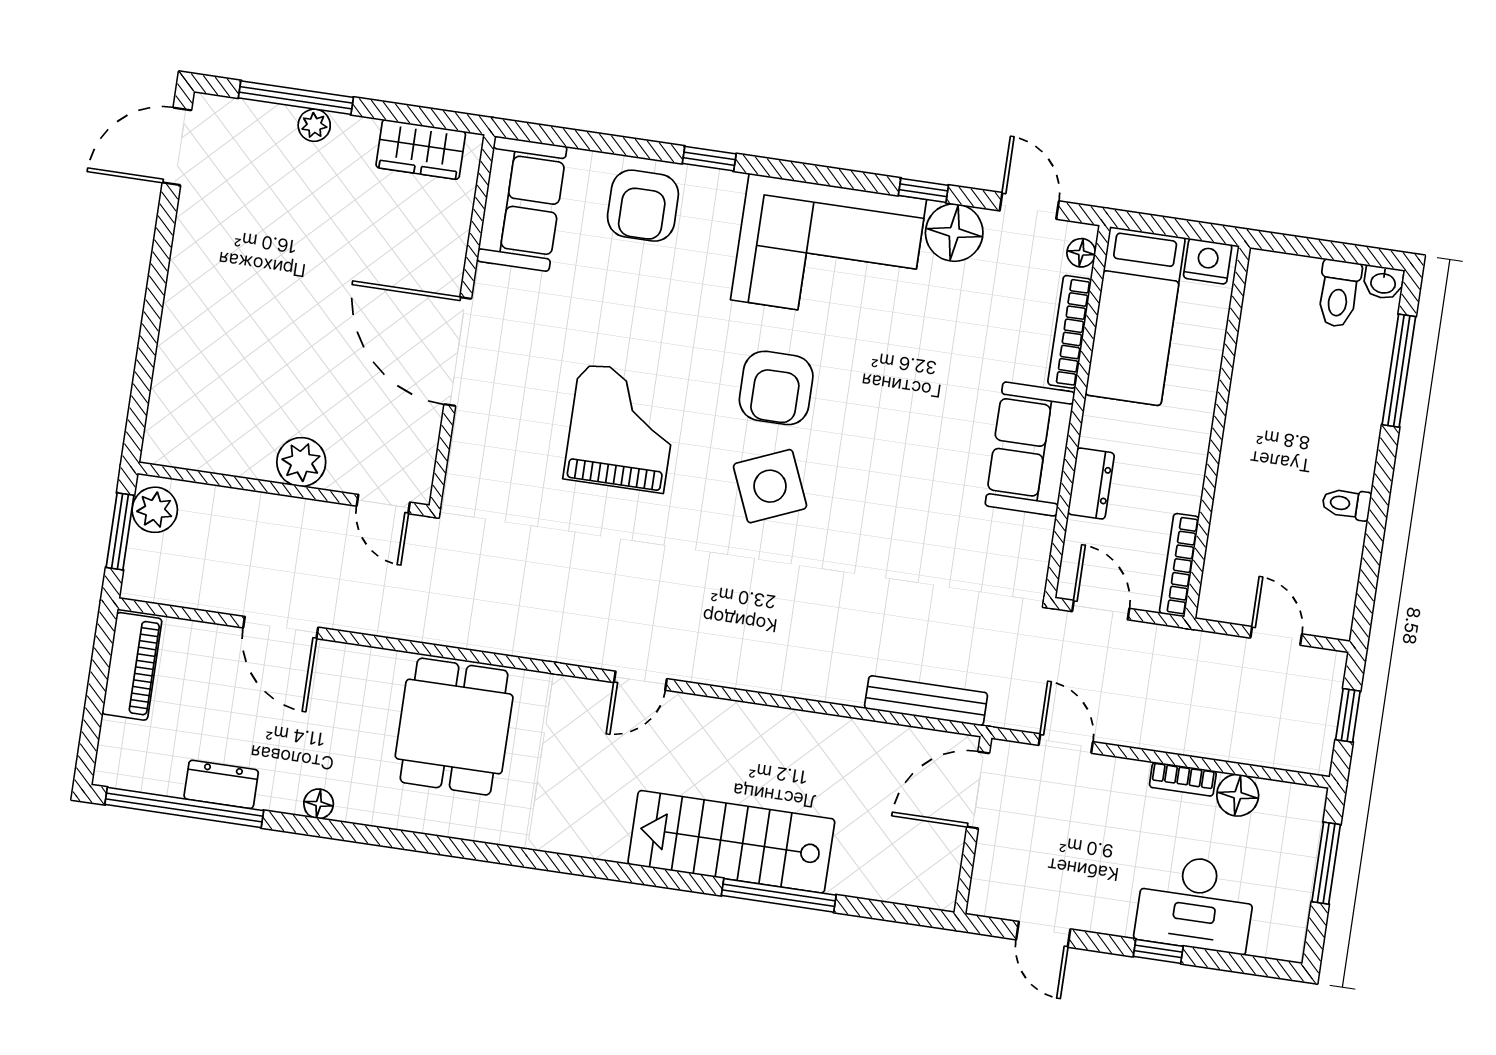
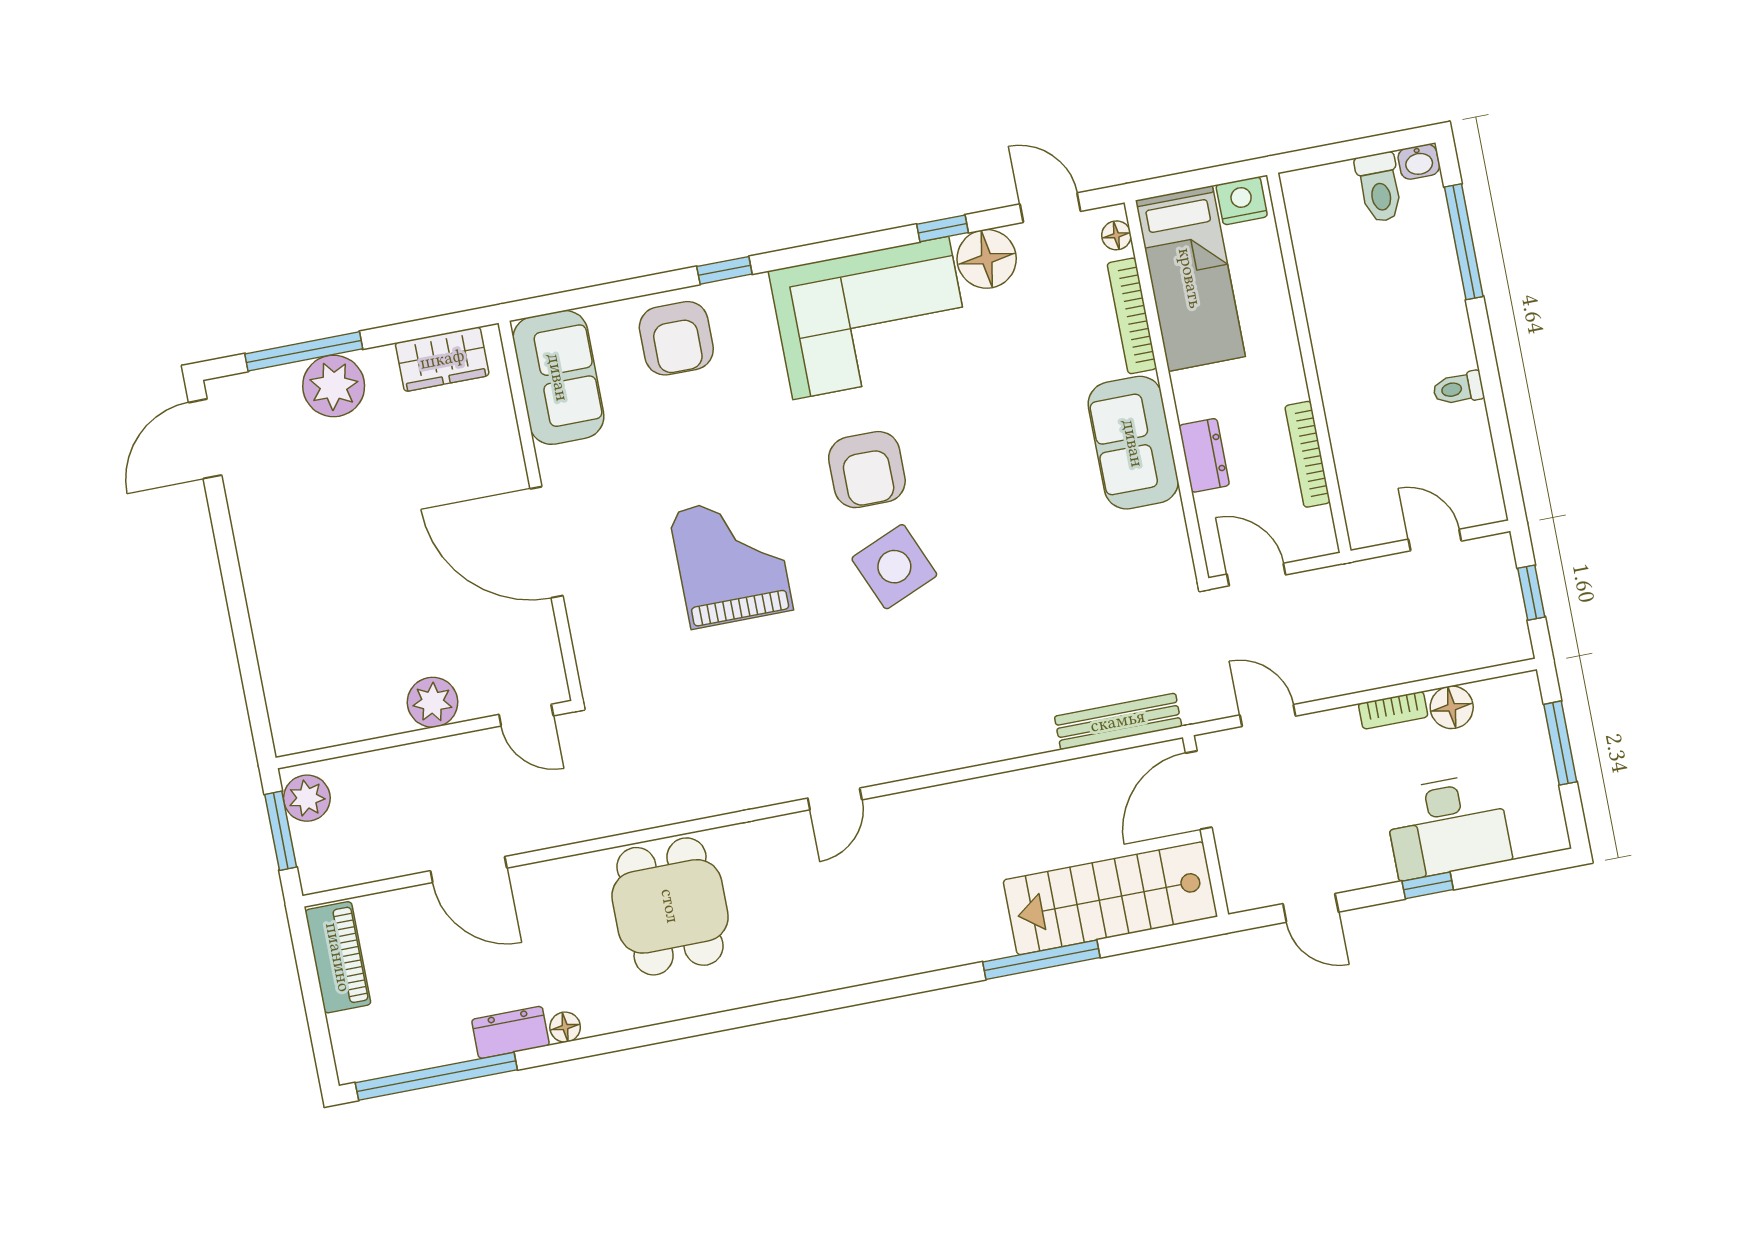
plant: (314, 125) -> (334, 386), width x1.88, depth x1.88
bookcase: (1179, 565) -> (1308, 454), moved
dresser: (221, 784) -> (510, 1032), moved
stairs: (731, 842) -> (1110, 898), moved

